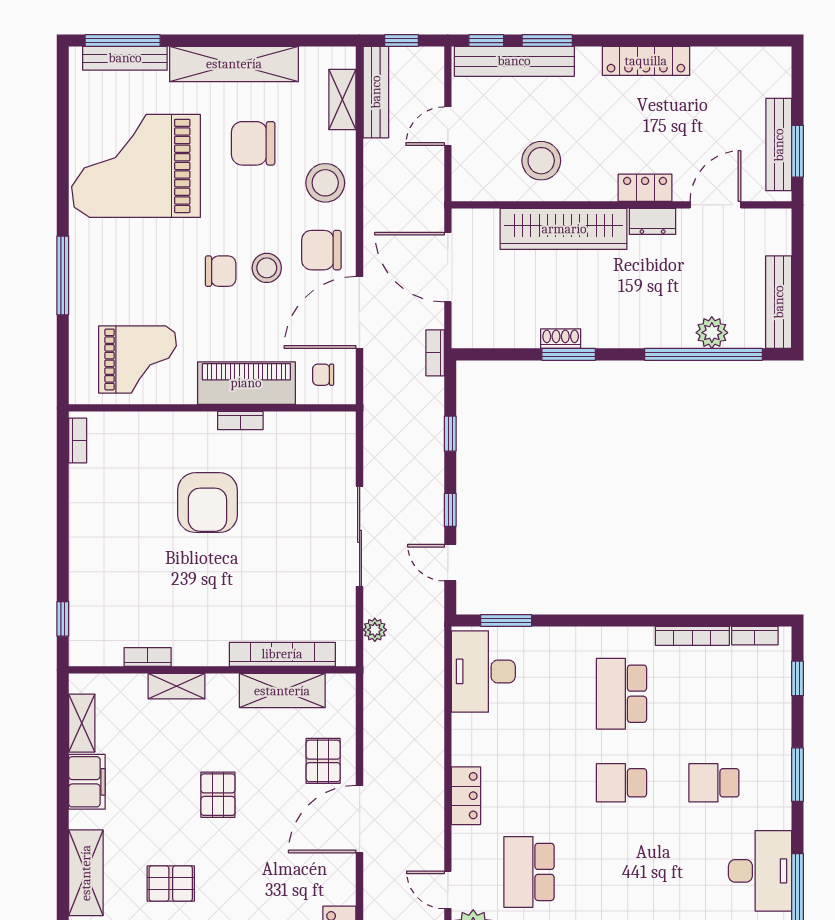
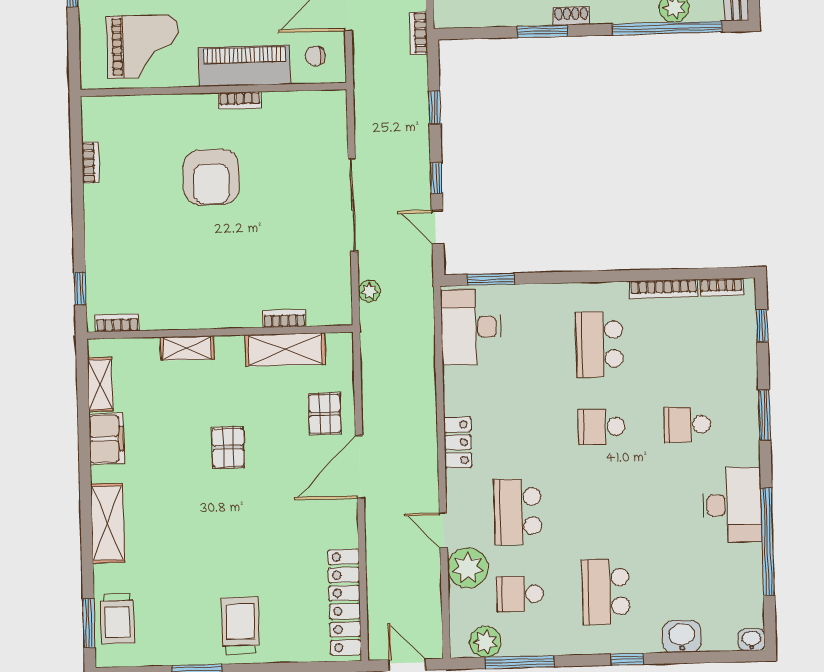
shoe rack: (561, 339) -> (571, 16), moved
bookcase: (78, 440) -> (91, 163), moved
bookcase: (282, 654) -> (284, 319), width x0.43, depth x0.76
bookcase: (148, 657) -> (117, 323), moved
pallet: (171, 883) -> (187, 531), removed

